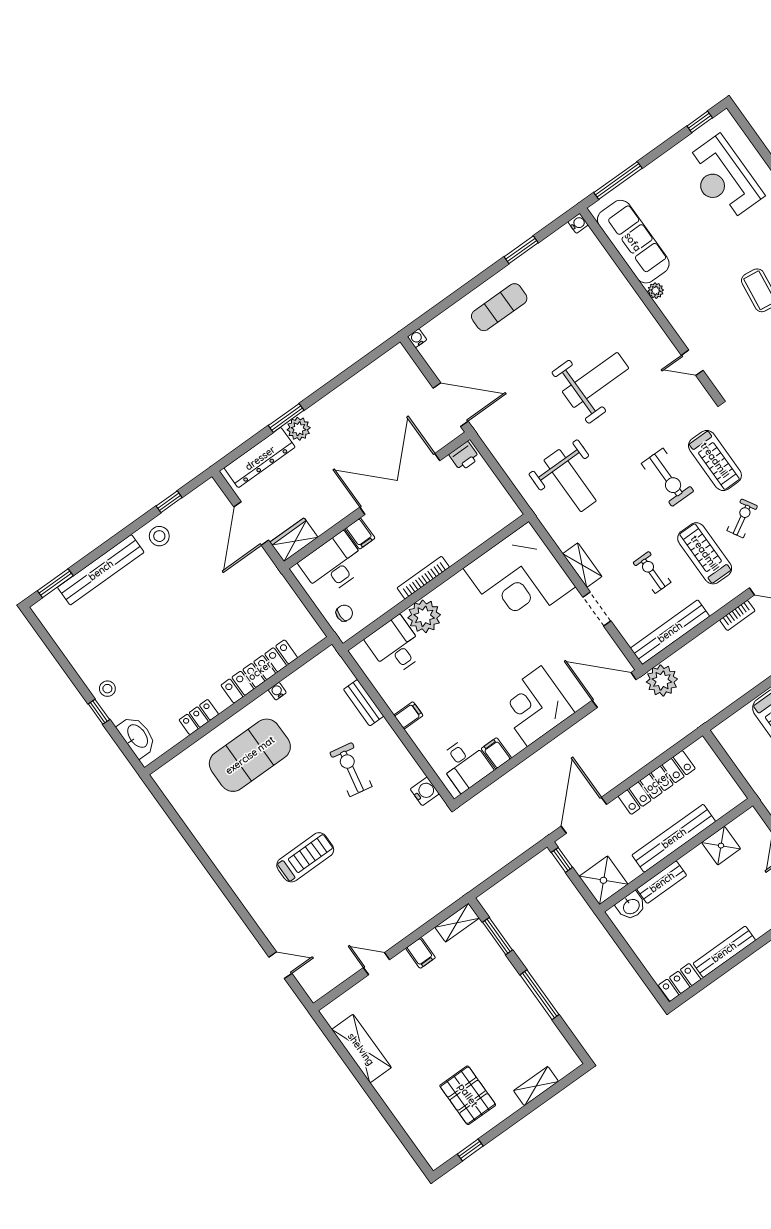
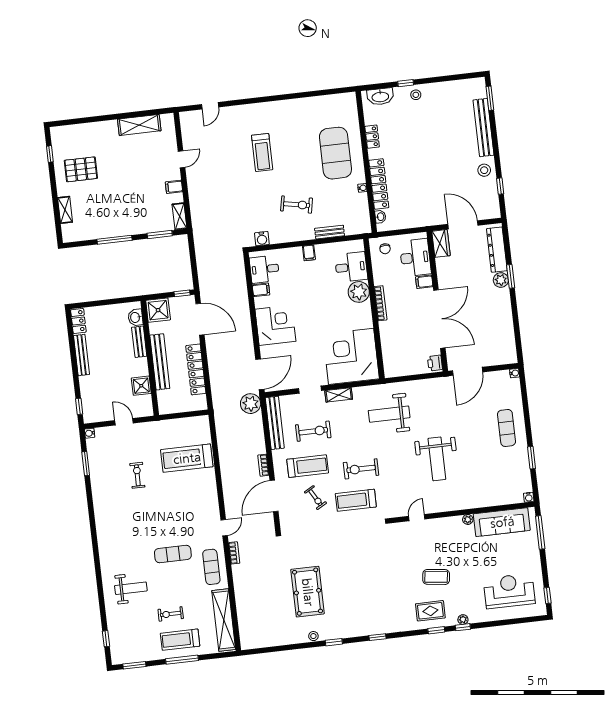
exercise bike: (652, 572) -> (313, 431), width x1.38, depth x1.39
washbasin: (303, 644) -> (380, 217), added

